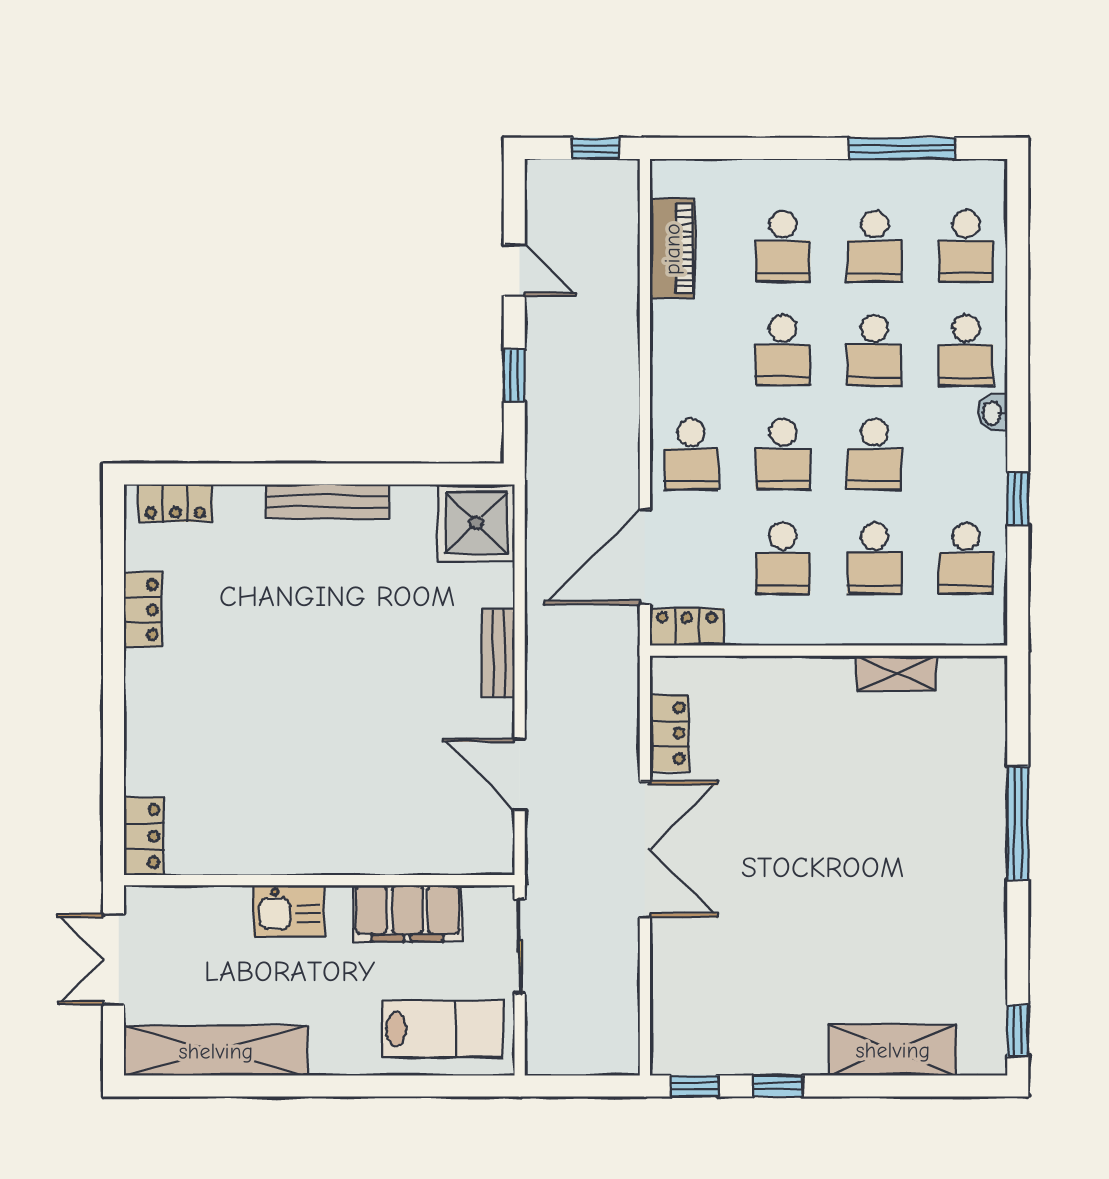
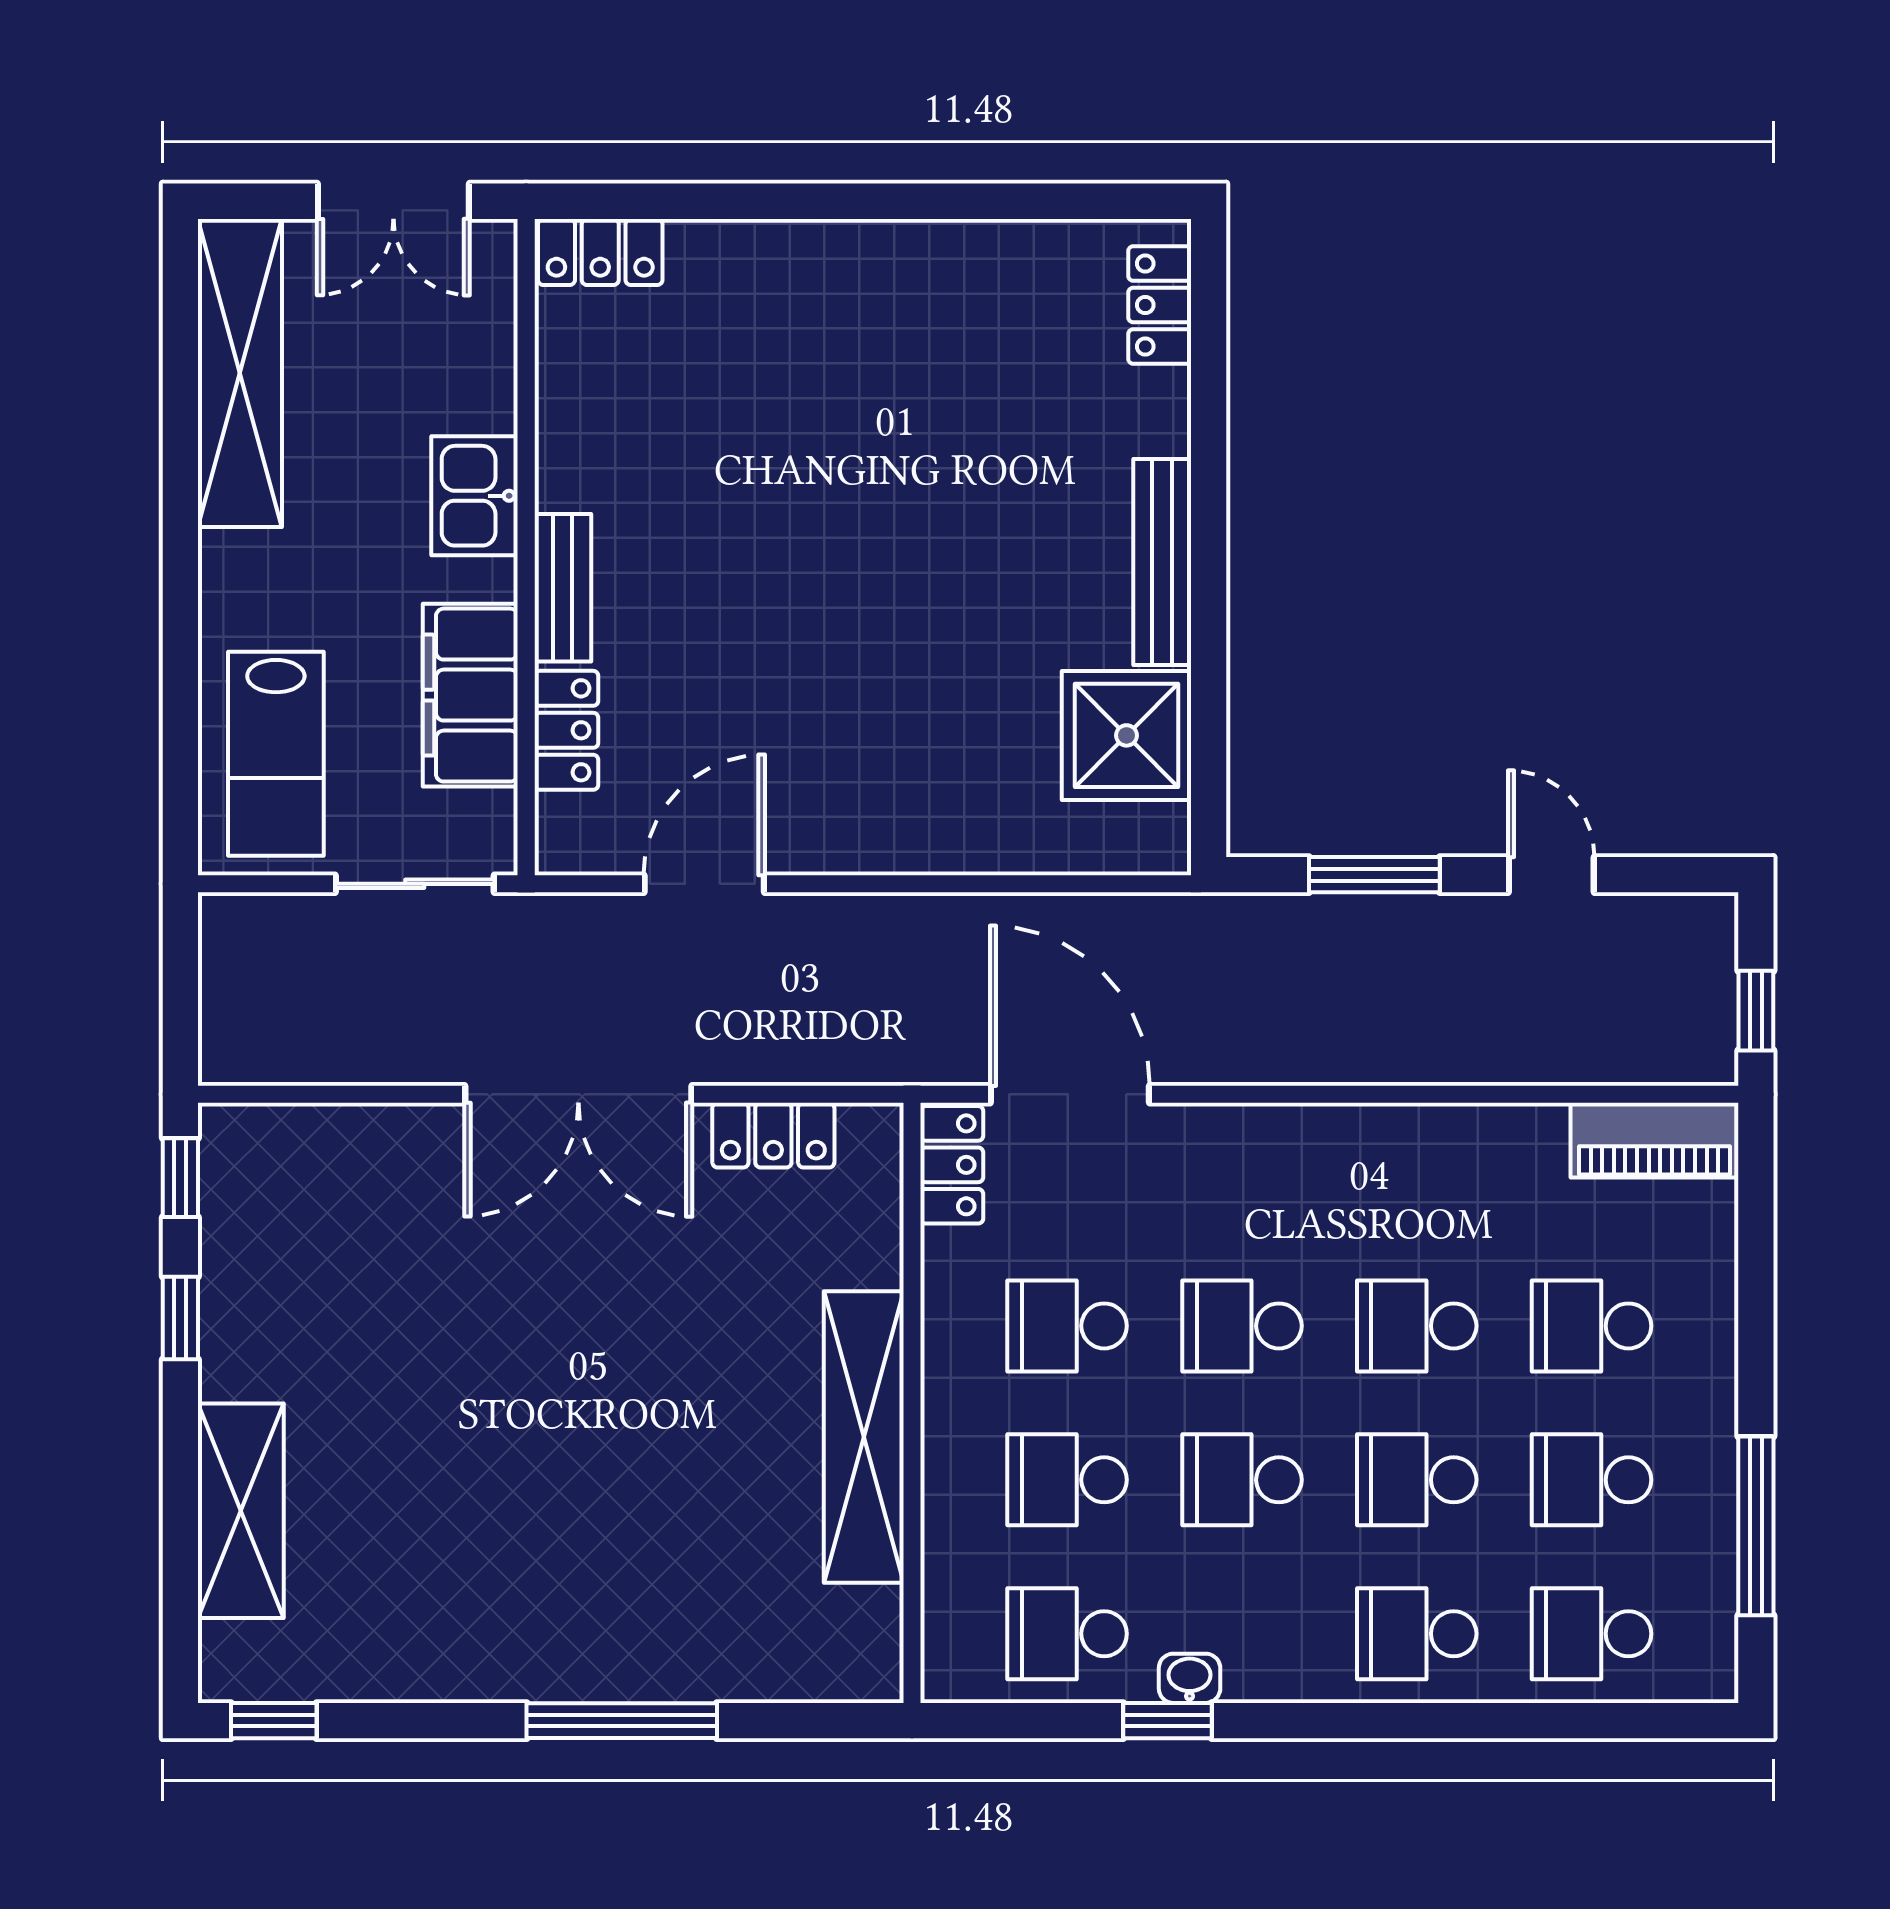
piano: (672, 249) -> (1654, 1140), moved
door: (514, 270) -> (1551, 875), swing flipped
window: (514, 375) -> (1374, 875), width x1.50
washbasin: (993, 413) -> (1190, 1678), moved
school desk: (691, 454) -> (1242, 1172), removed
shower: (476, 523) -> (1127, 735), moved
locker: (143, 610) -> (566, 730), moved, turned -90
bench: (498, 654) -> (563, 588), moved, turned 90
shelving: (896, 673) -> (864, 1437), width x2.20, depth x1.33
double door: (114, 959) -> (393, 201), swing flipped

